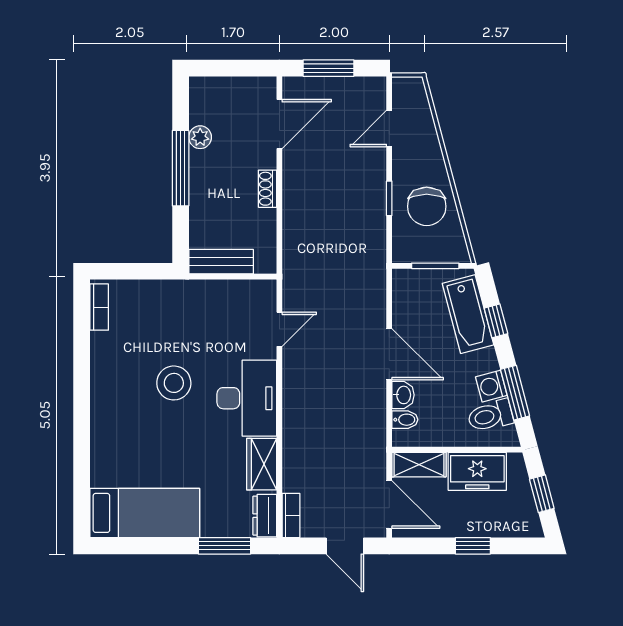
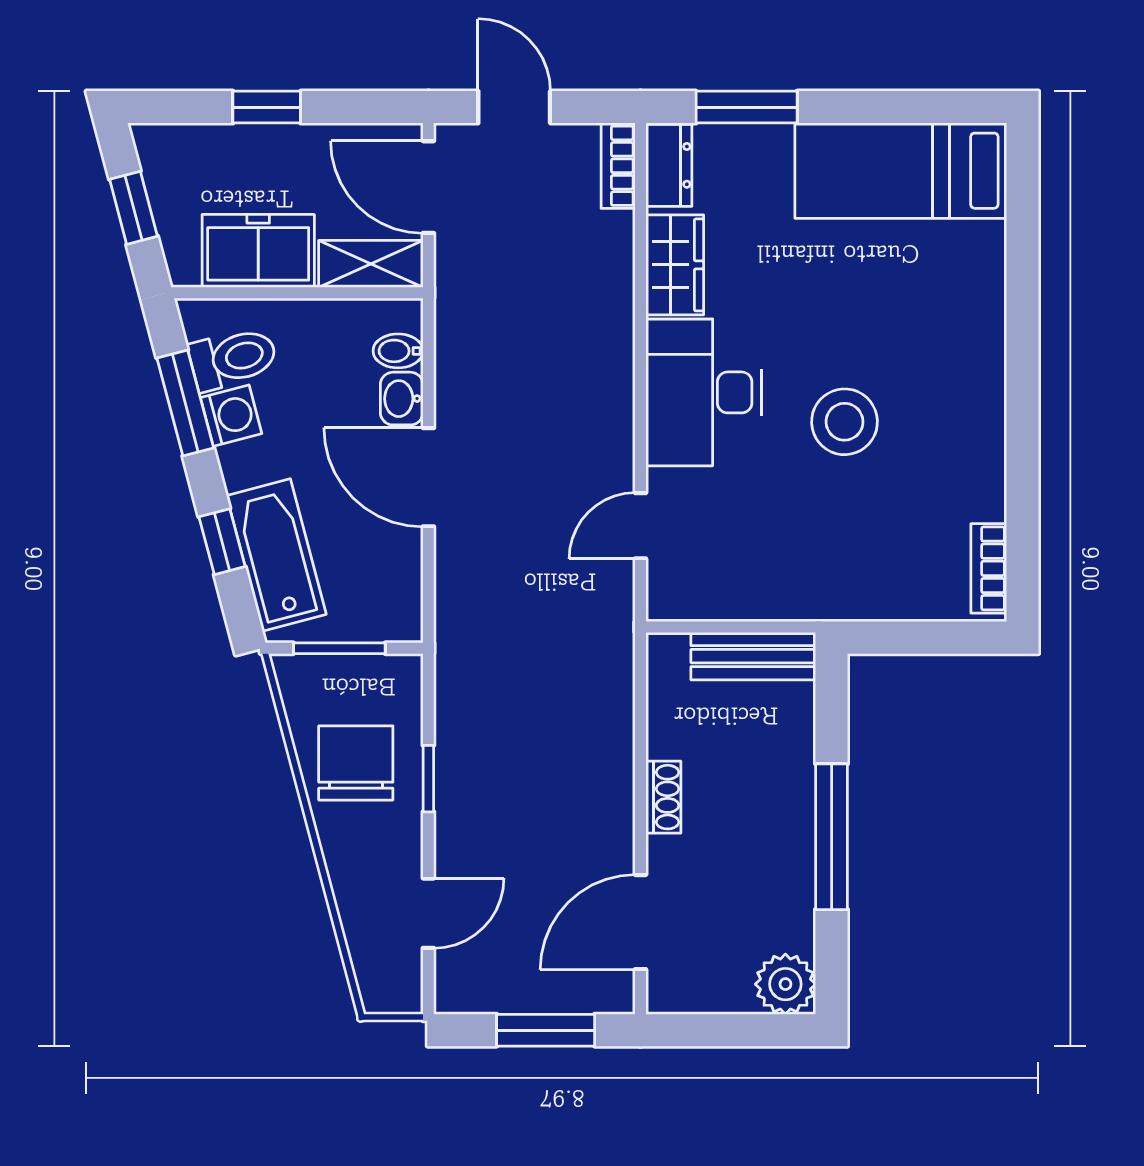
plant: (200, 137) -> (785, 984), moved, width x1.38, depth x1.38

